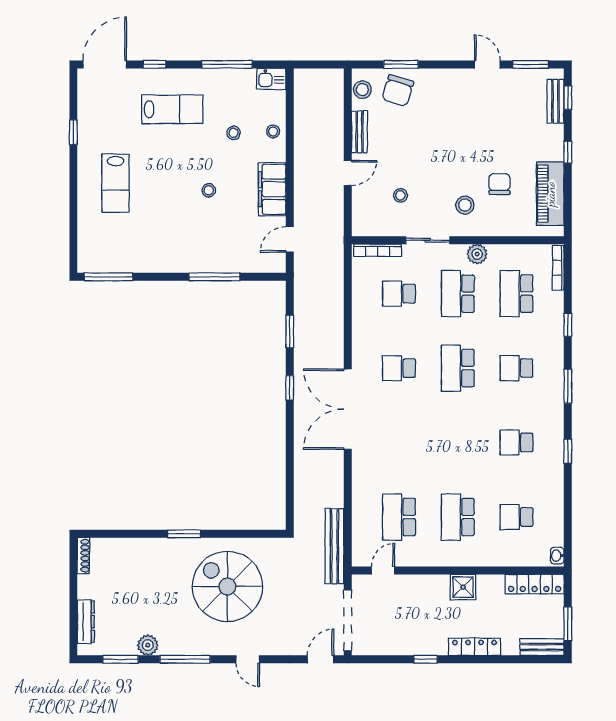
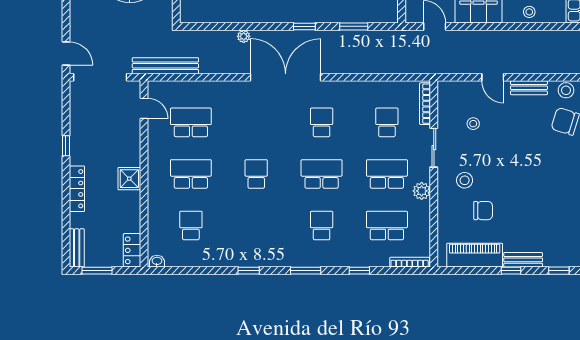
bench: (556, 101) -> (523, 260), moved
school desk: (517, 443) -> (256, 174), moved
plant: (301, 457) -> (244, 36), added
locker: (535, 584) -> (132, 250), width x0.66

